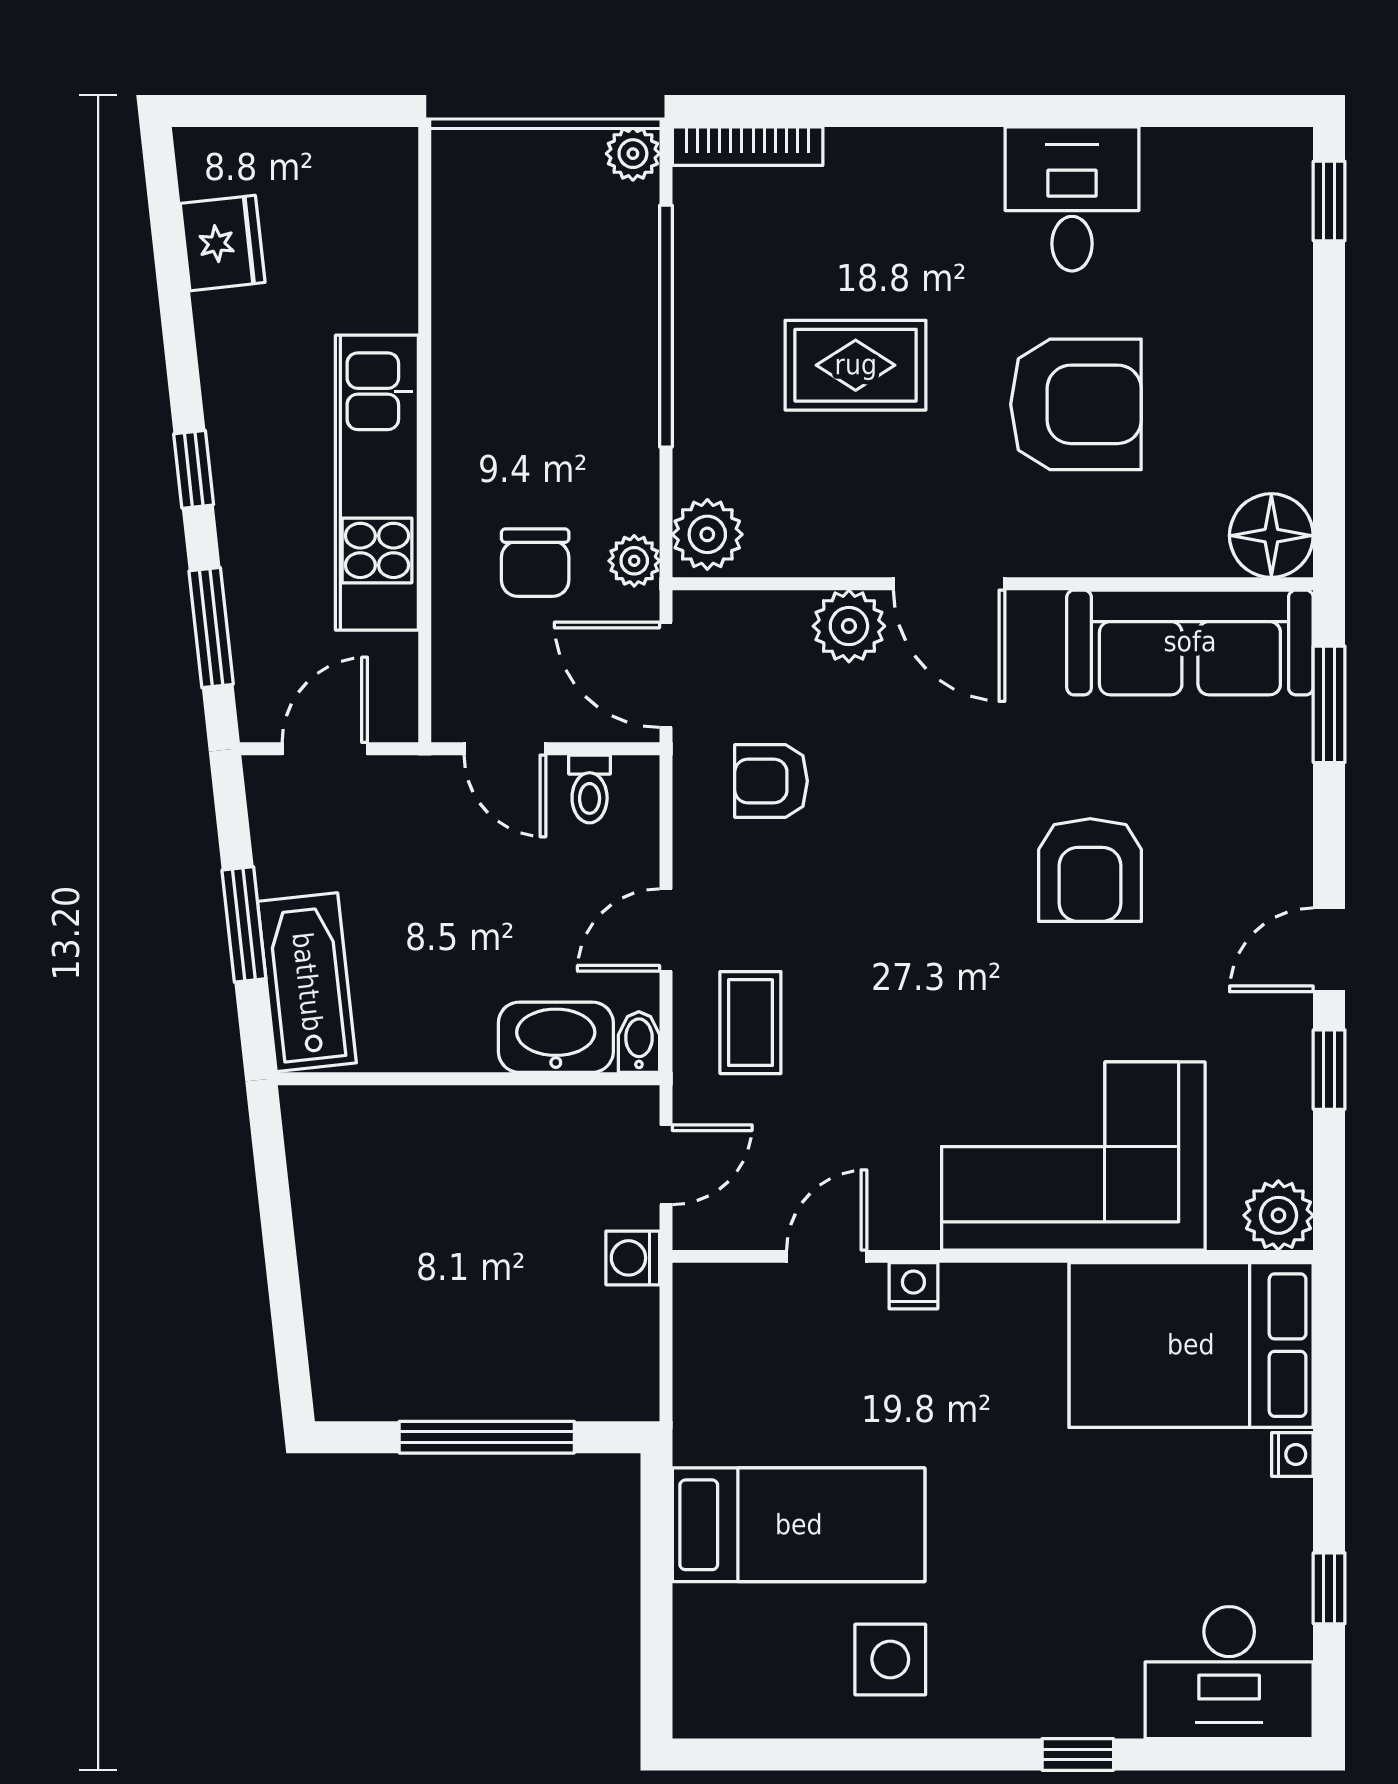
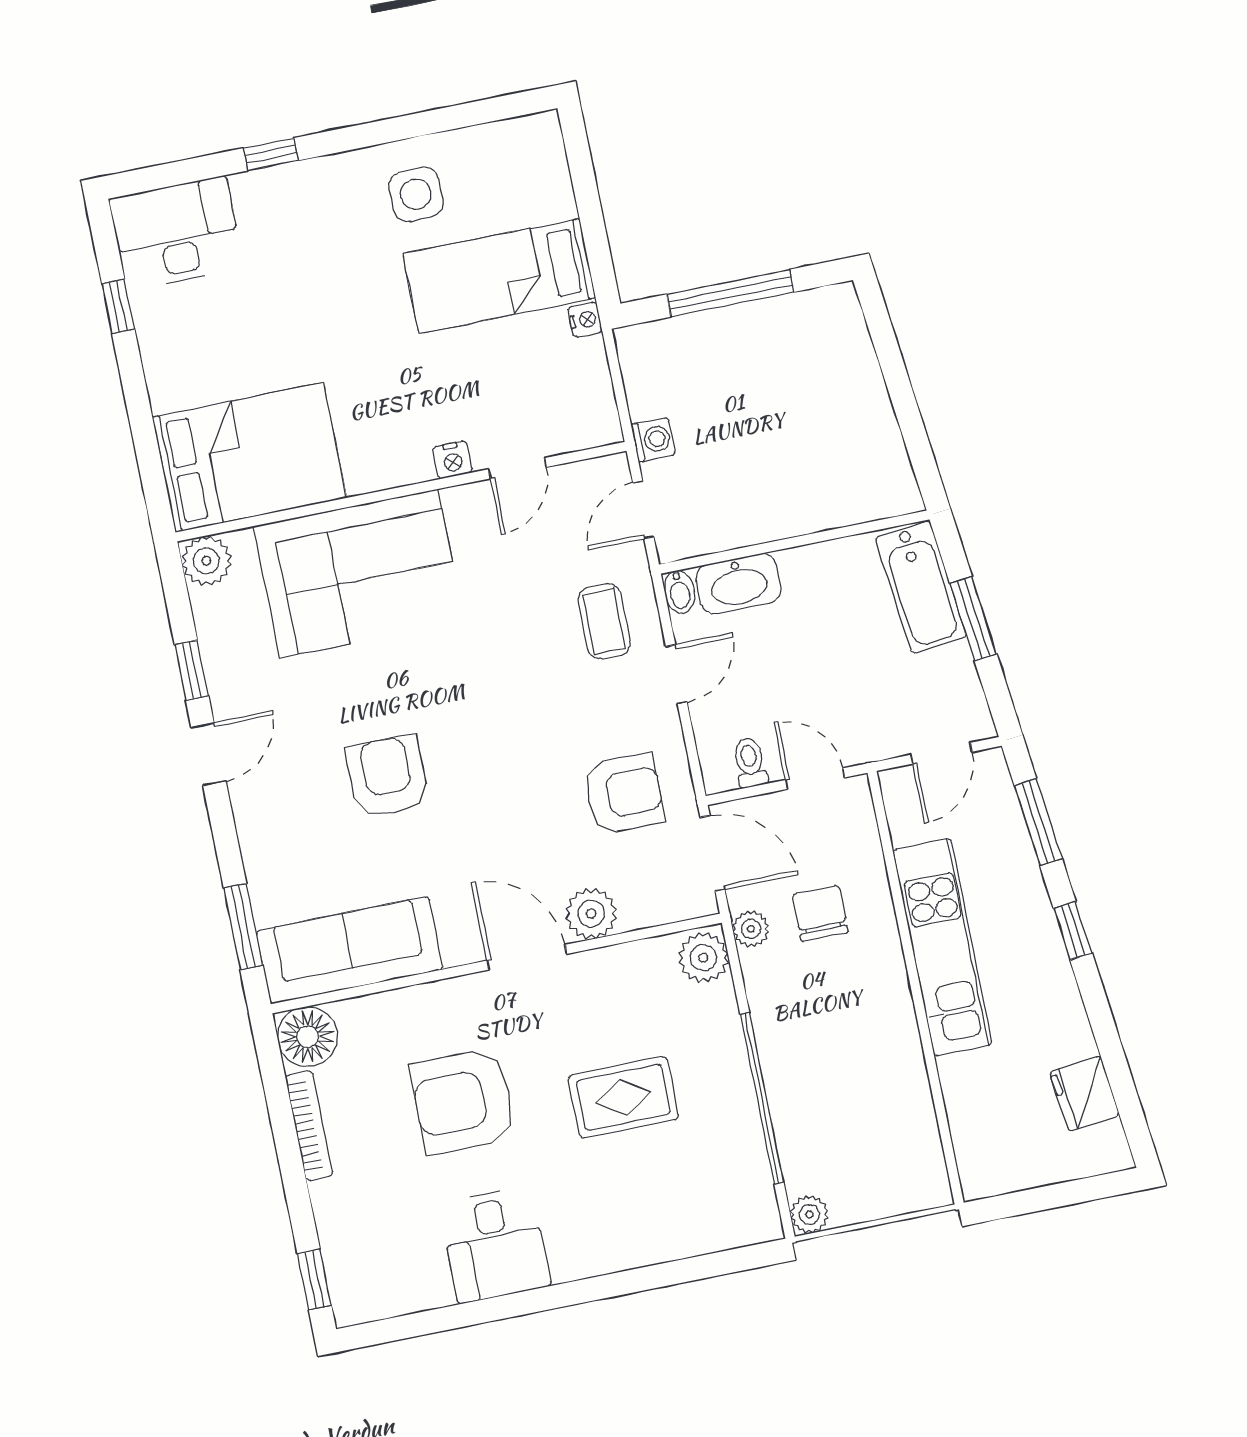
bookcase: (748, 146) -> (309, 1126), moved, turned 90
armchair: (771, 781) -> (624, 794), width x1.38, depth x1.38
nightstand: (1292, 1454) -> (585, 320), moved, turned 180

